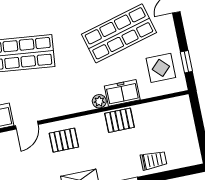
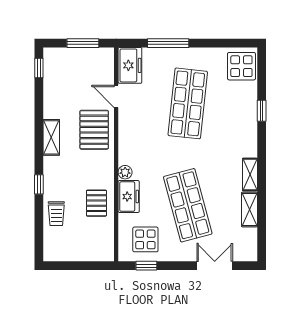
pallet: (120, 120) -> (96, 203), moved
pallet: (64, 140) -> (94, 130), width x1.50, depth x1.42

